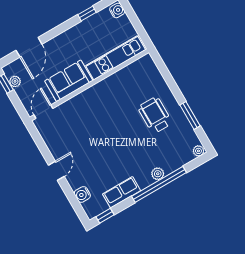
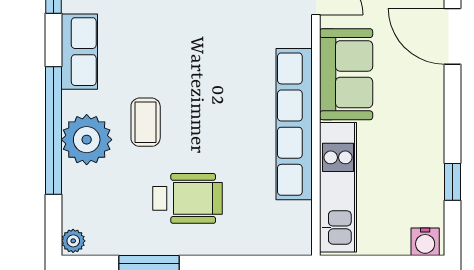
row of seats: (101, 90) -> (294, 124), added
coffee table: (134, 150) -> (146, 122), added
plant: (158, 174) -> (87, 140), width x1.87, depth x1.87

